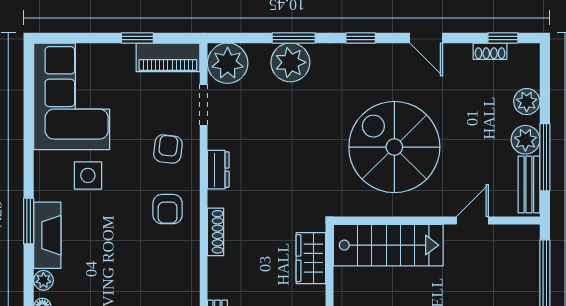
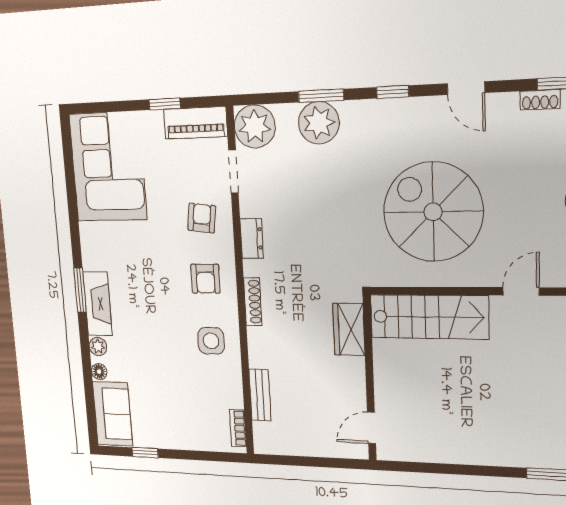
side table: (88, 175) -> (211, 341), moved

